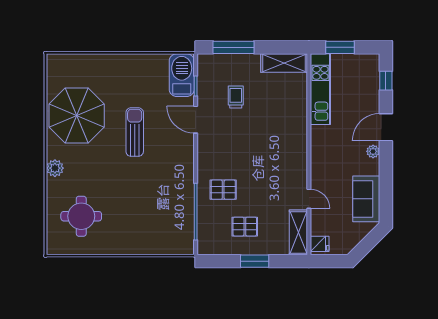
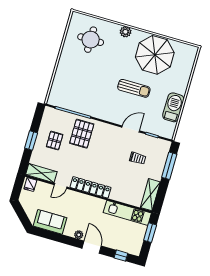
barbecue: (182, 75) -> (173, 107), moved, turned -90
locker: (298, 154) -> (90, 187), added
pallet: (223, 190) -> (82, 134), width x1.50, depth x1.42

